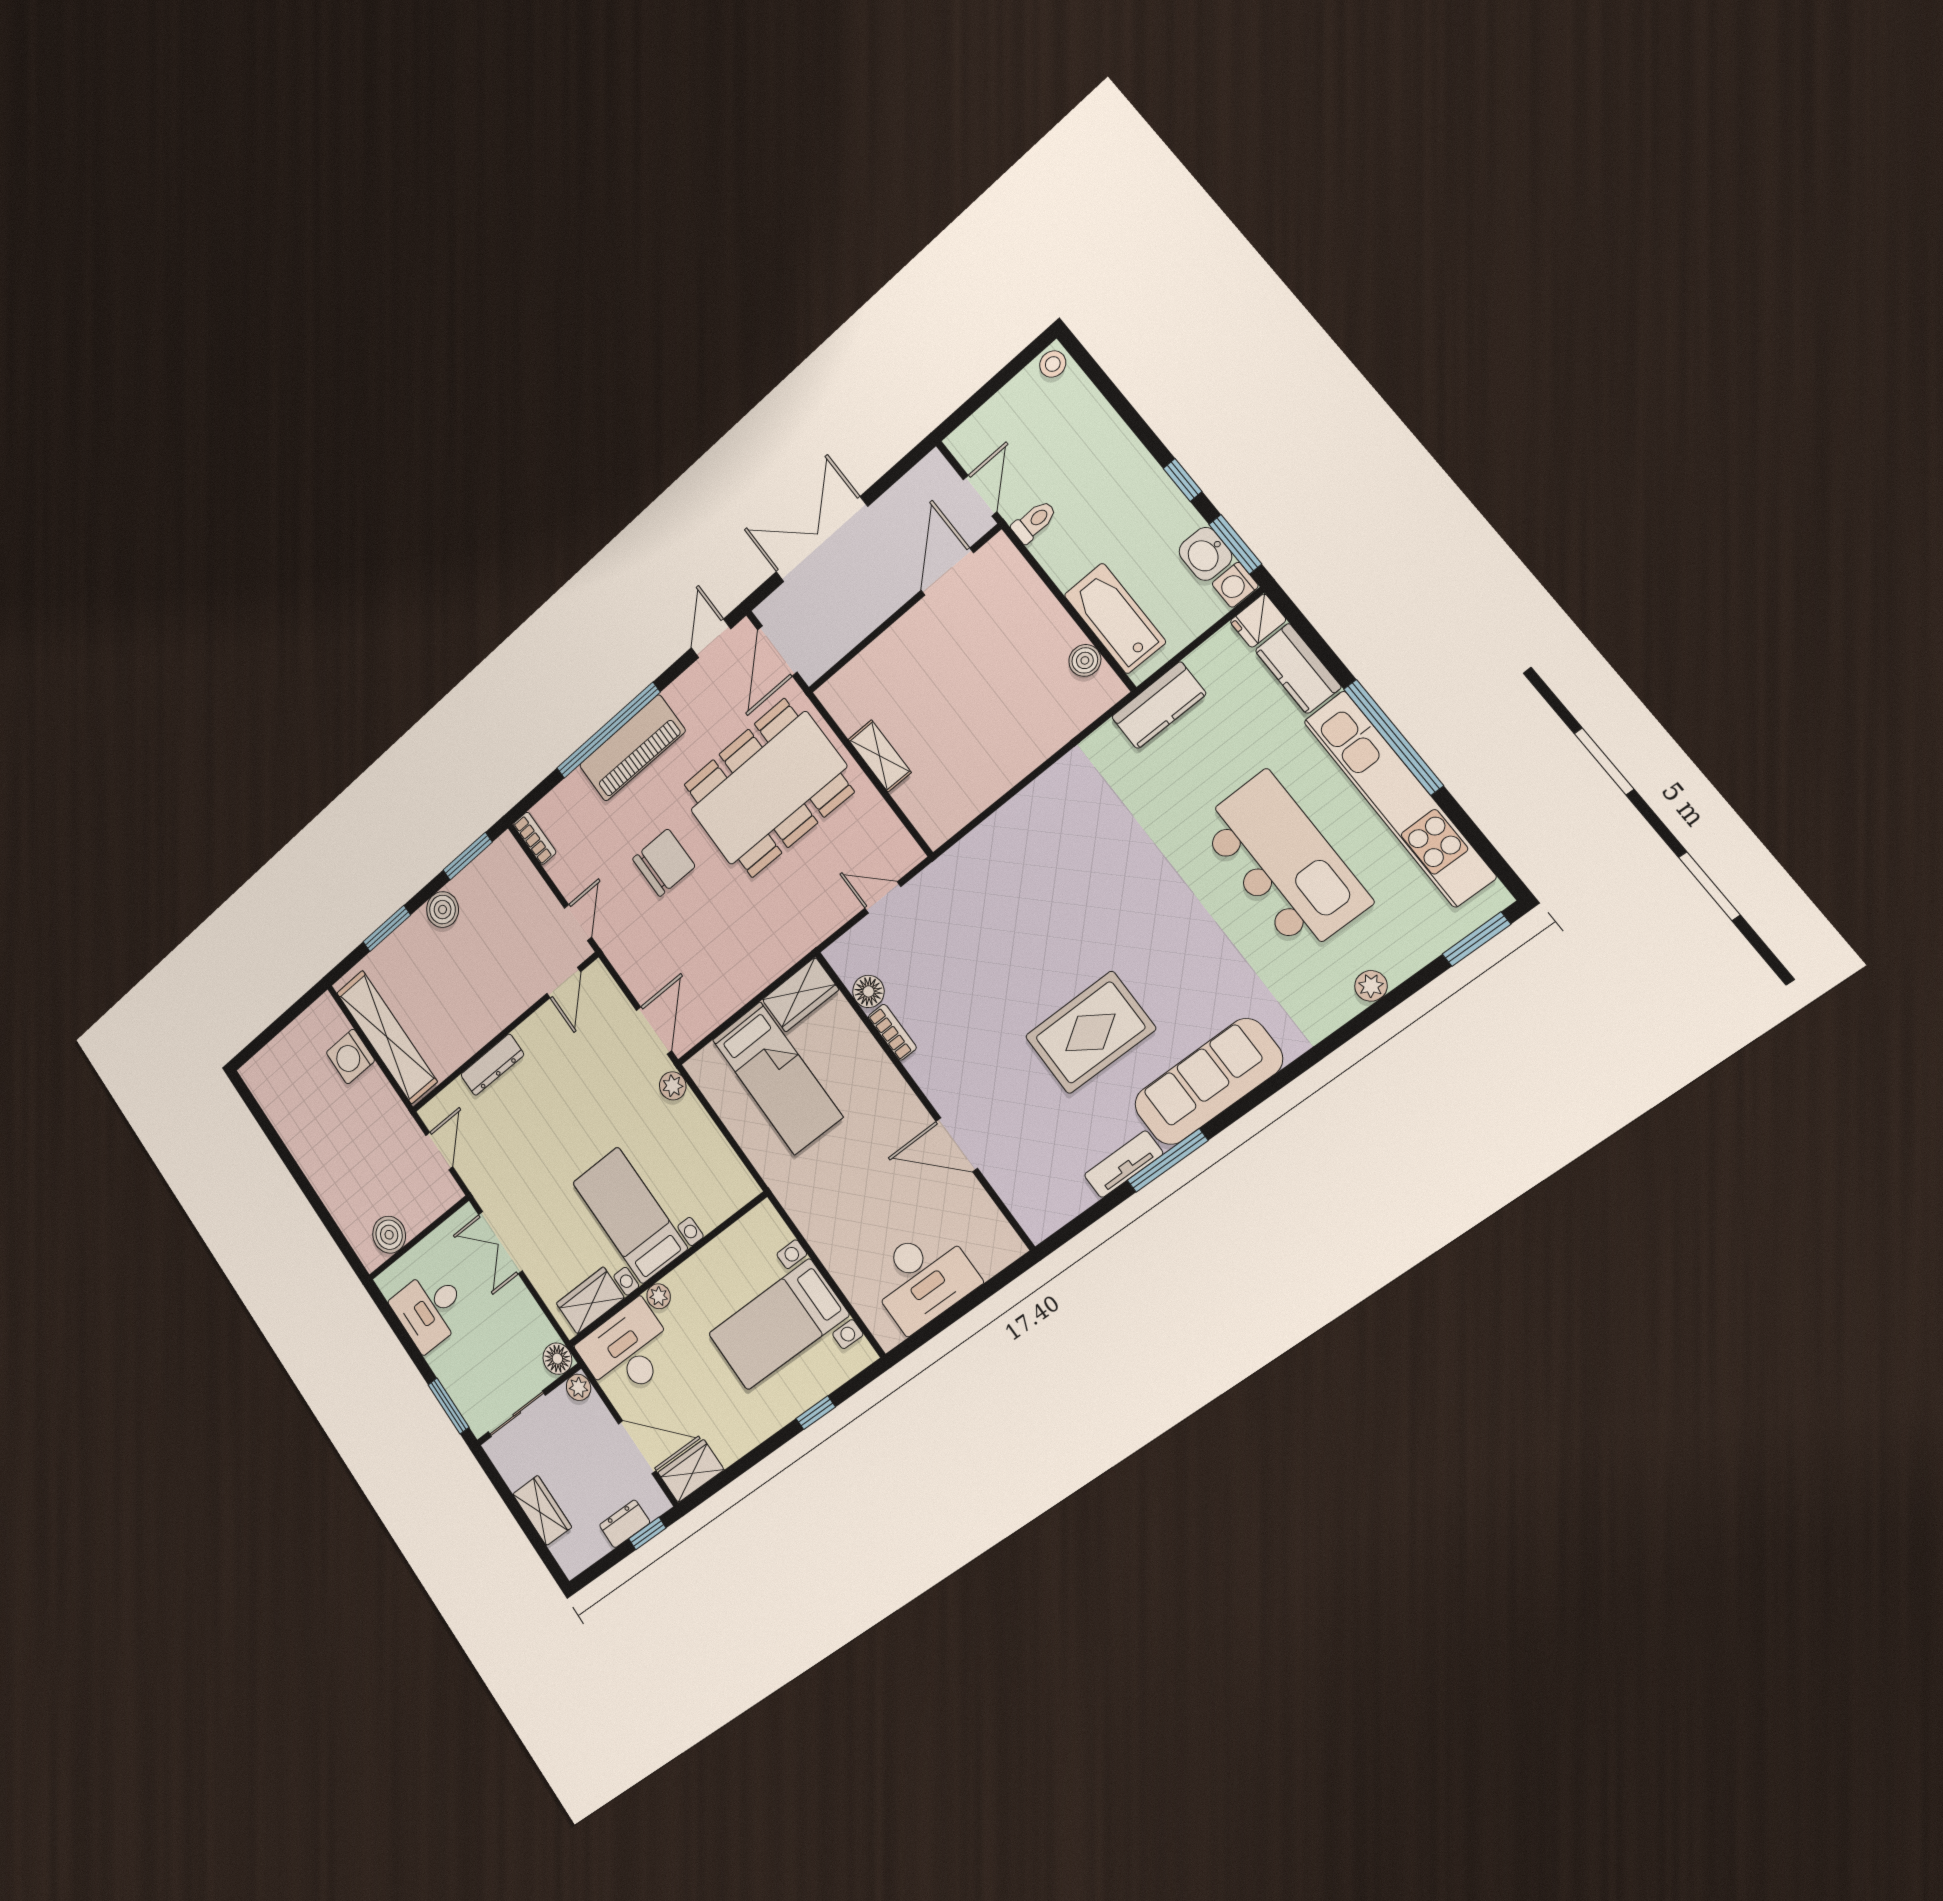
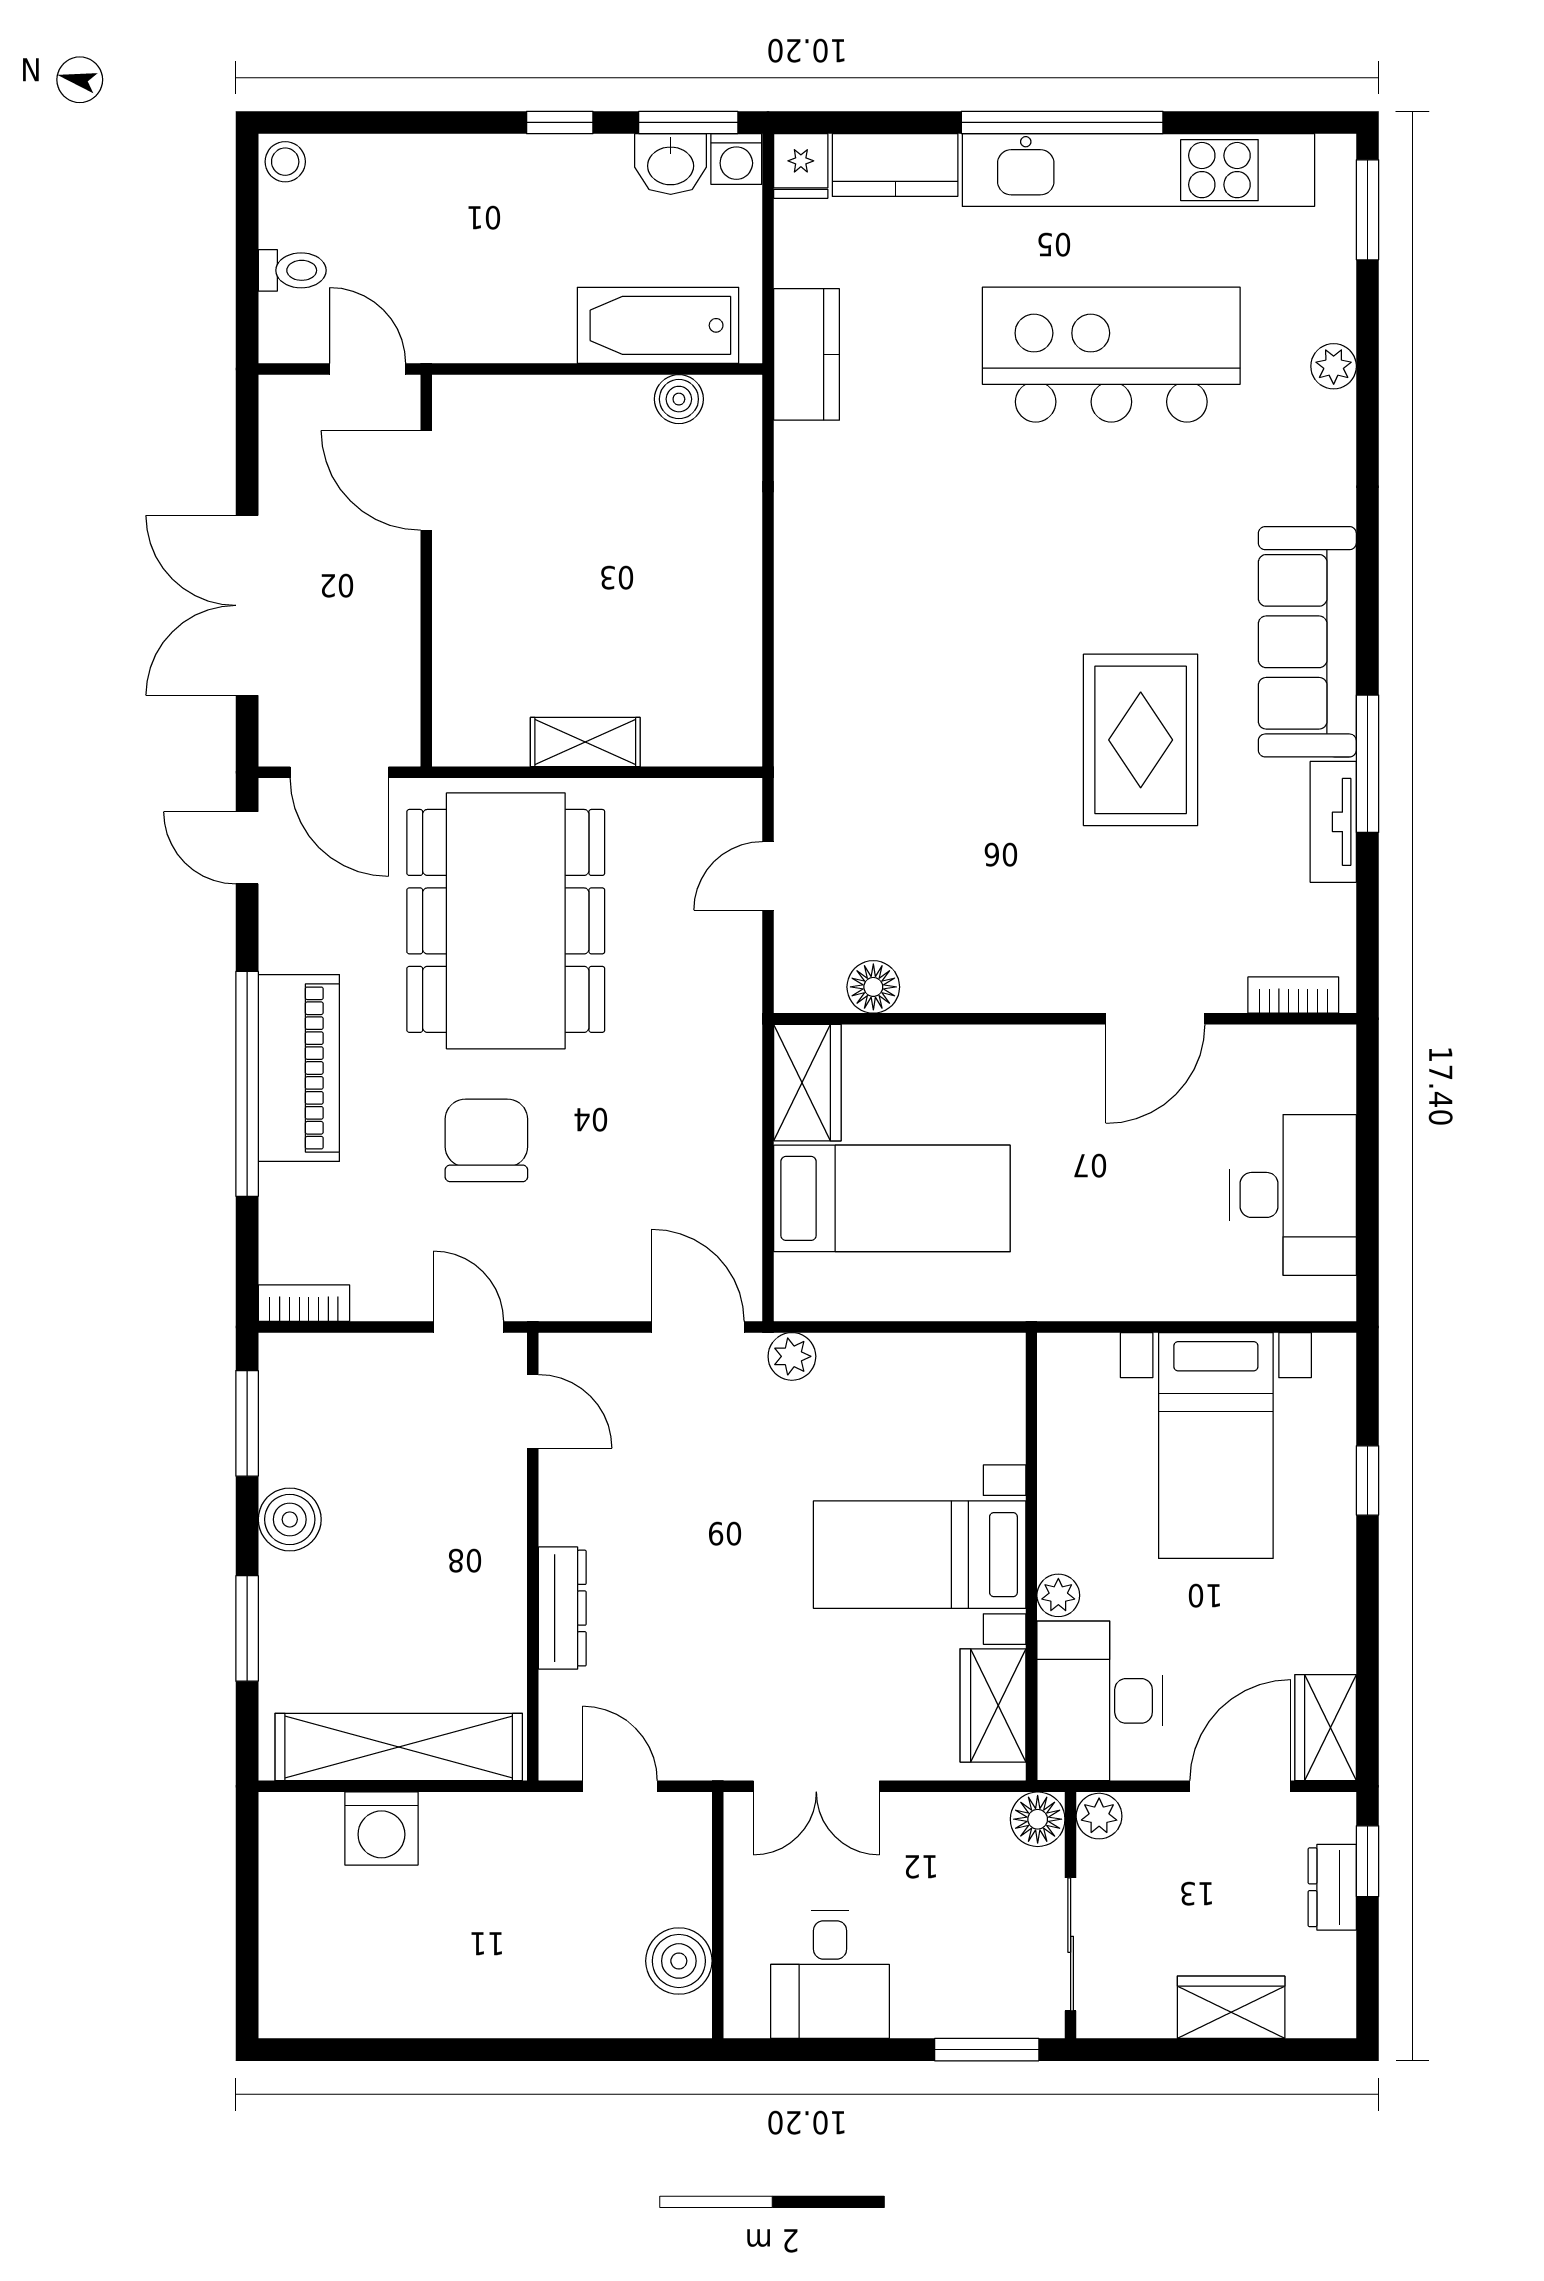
toilet: (1034, 522) -> (292, 270), moved, turned 90
bookcase: (892, 1032) -> (1293, 995), moved

